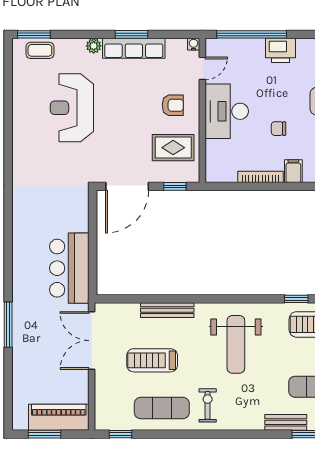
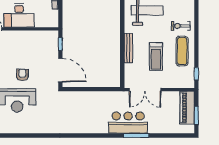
armchair: (173, 105) -> (22, 75), moved
rug: (173, 148) -> (39, 45), removed
bar counter: (69, 268) -> (128, 123), moved, turned 180

